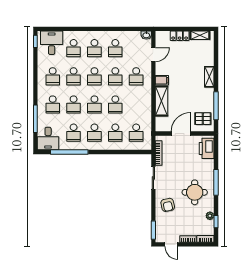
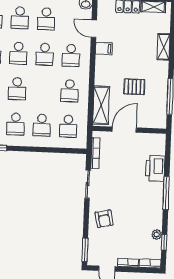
door: (153, 55) -> (94, 29), swing flipped
shelving: (209, 77) -> (164, 47), moved
filing cabinet: (162, 80) -> (104, 49), moved
shelving: (162, 101) -> (101, 105), moved
school desk: (115, 104) -> (70, 91), moved
pallet: (203, 119) -> (134, 87), moved
printer: (207, 148) -> (155, 168), moved
round table: (195, 192) -> (139, 204), removed

